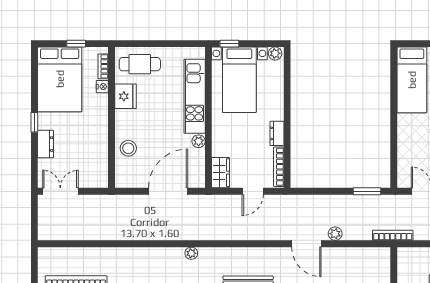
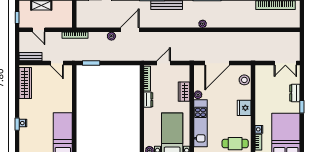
fridge: (125, 96) -> (244, 108), moved
stool: (128, 148) -> (244, 80), moved
wardrobe: (220, 173) -> (184, 92), moved
door: (306, 244) -> (130, 30), hinge flipped

